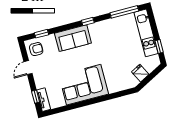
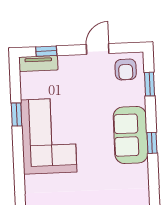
window: (88, 21) -> (152, 143), moved
door: (28, 68) -> (98, 49), hinge flipped
window: (75, 106) -> (17, 115), added

